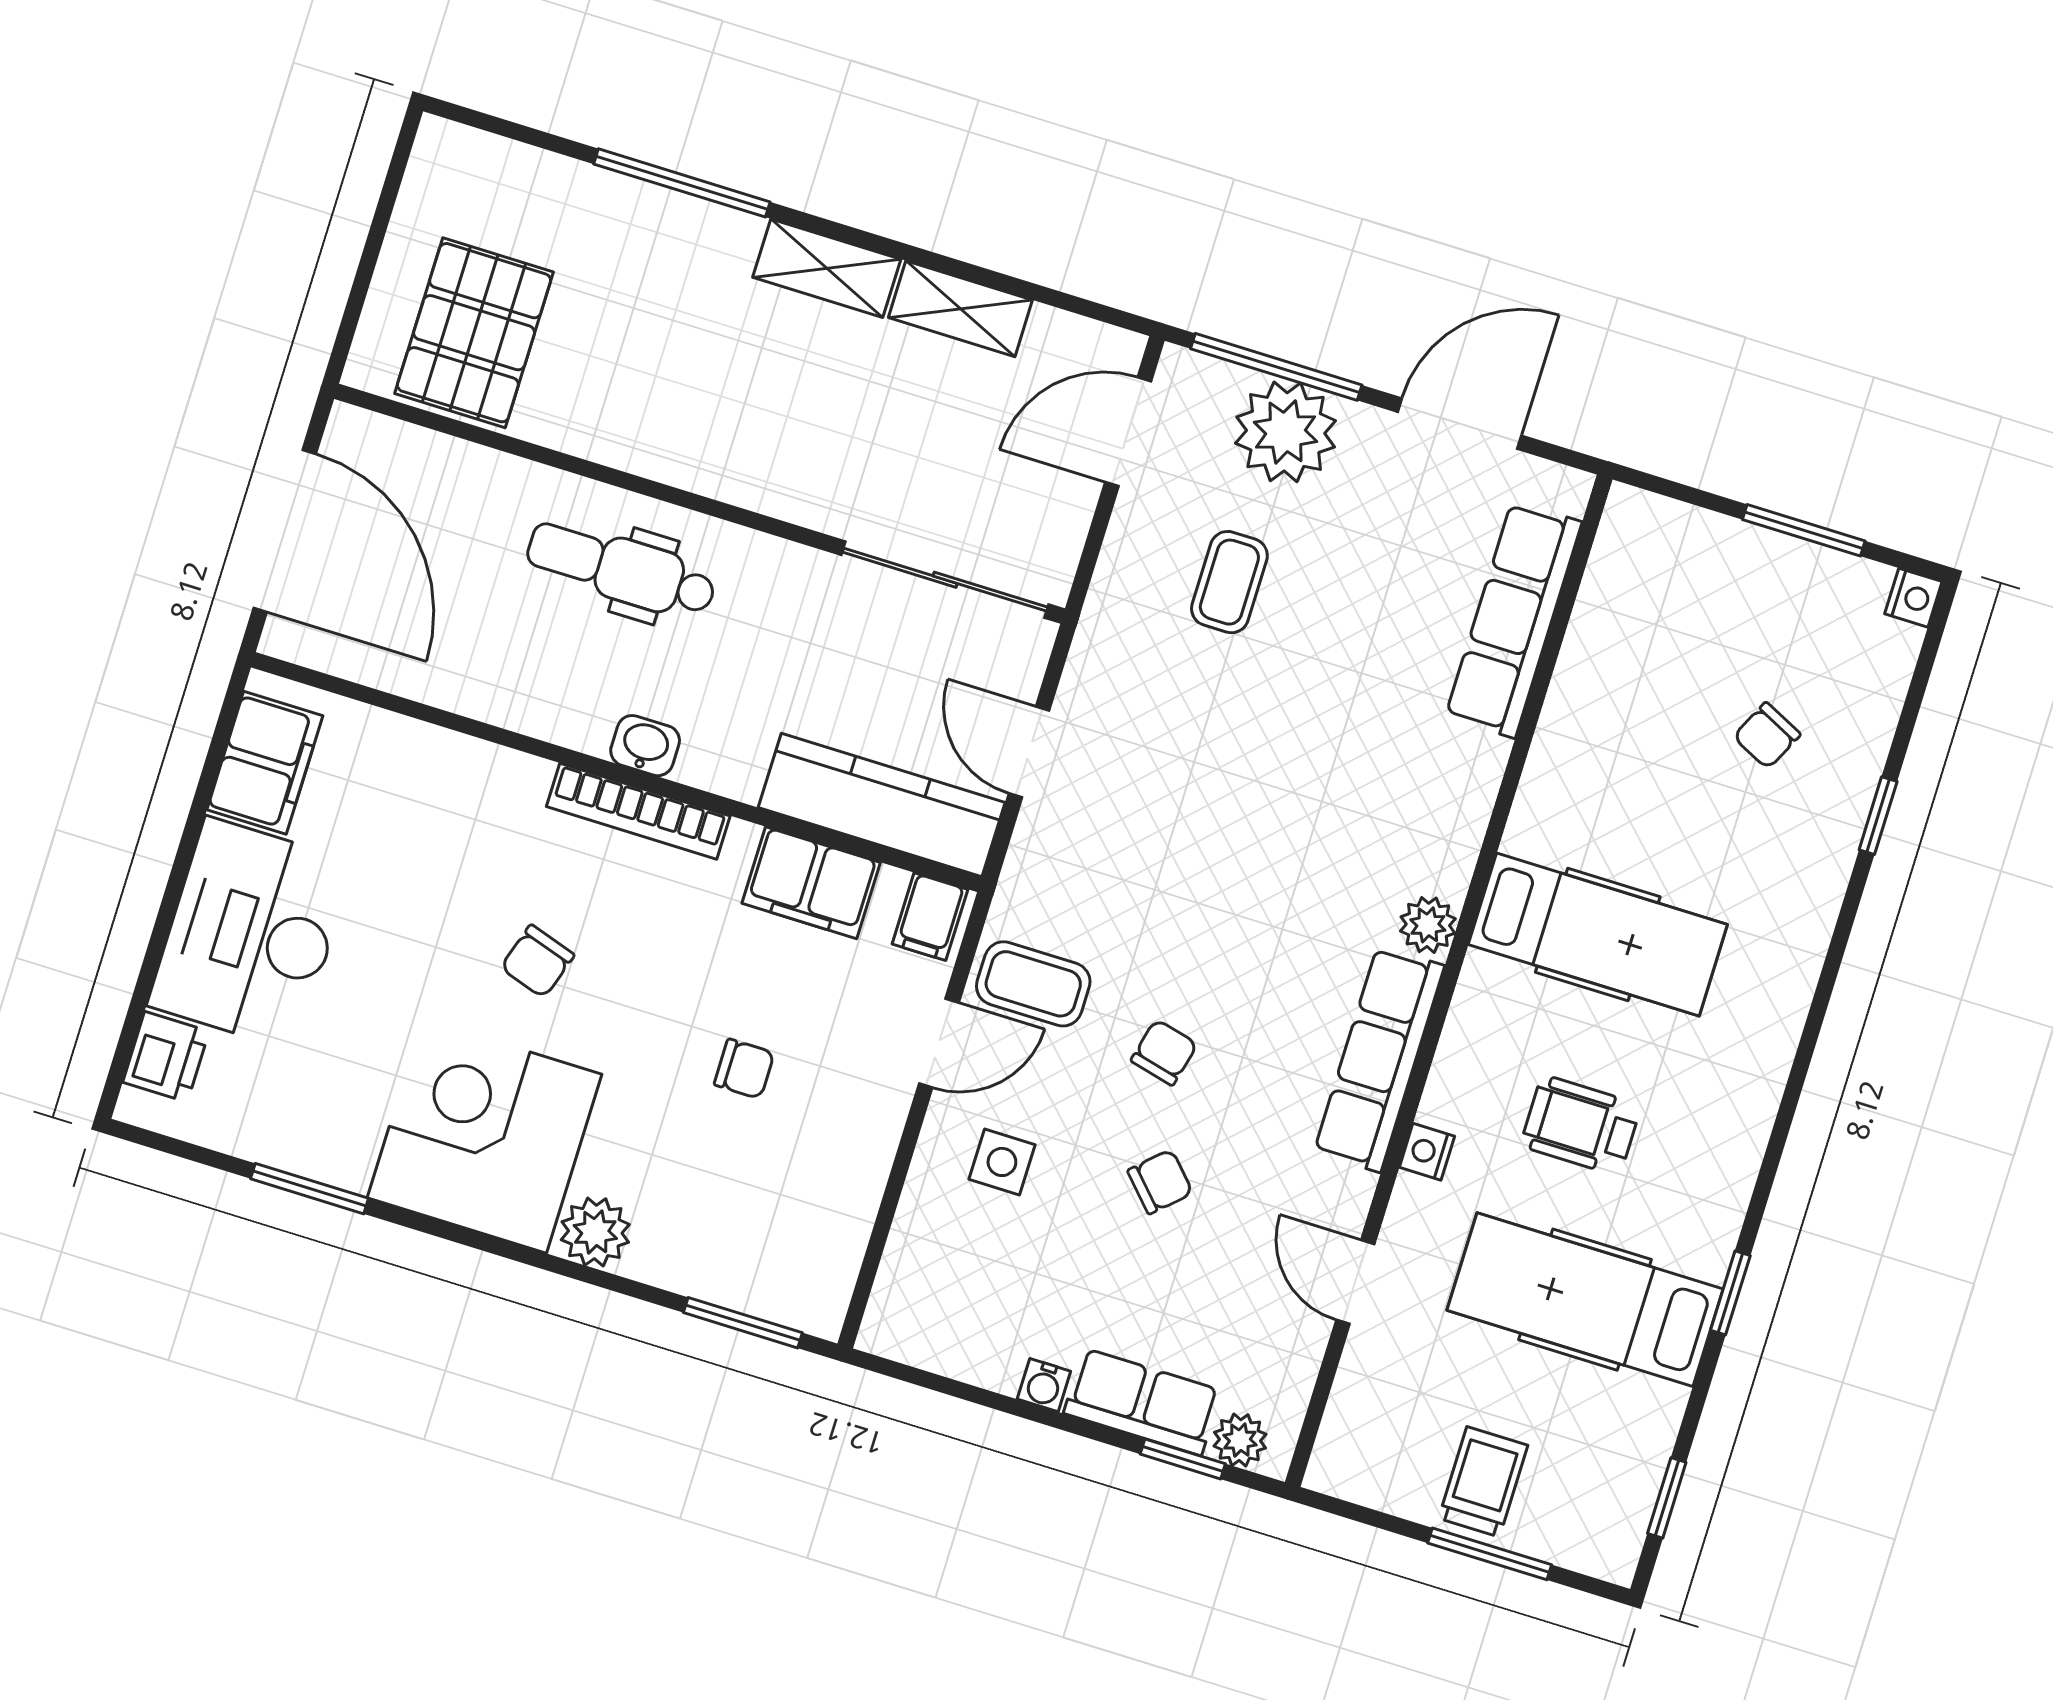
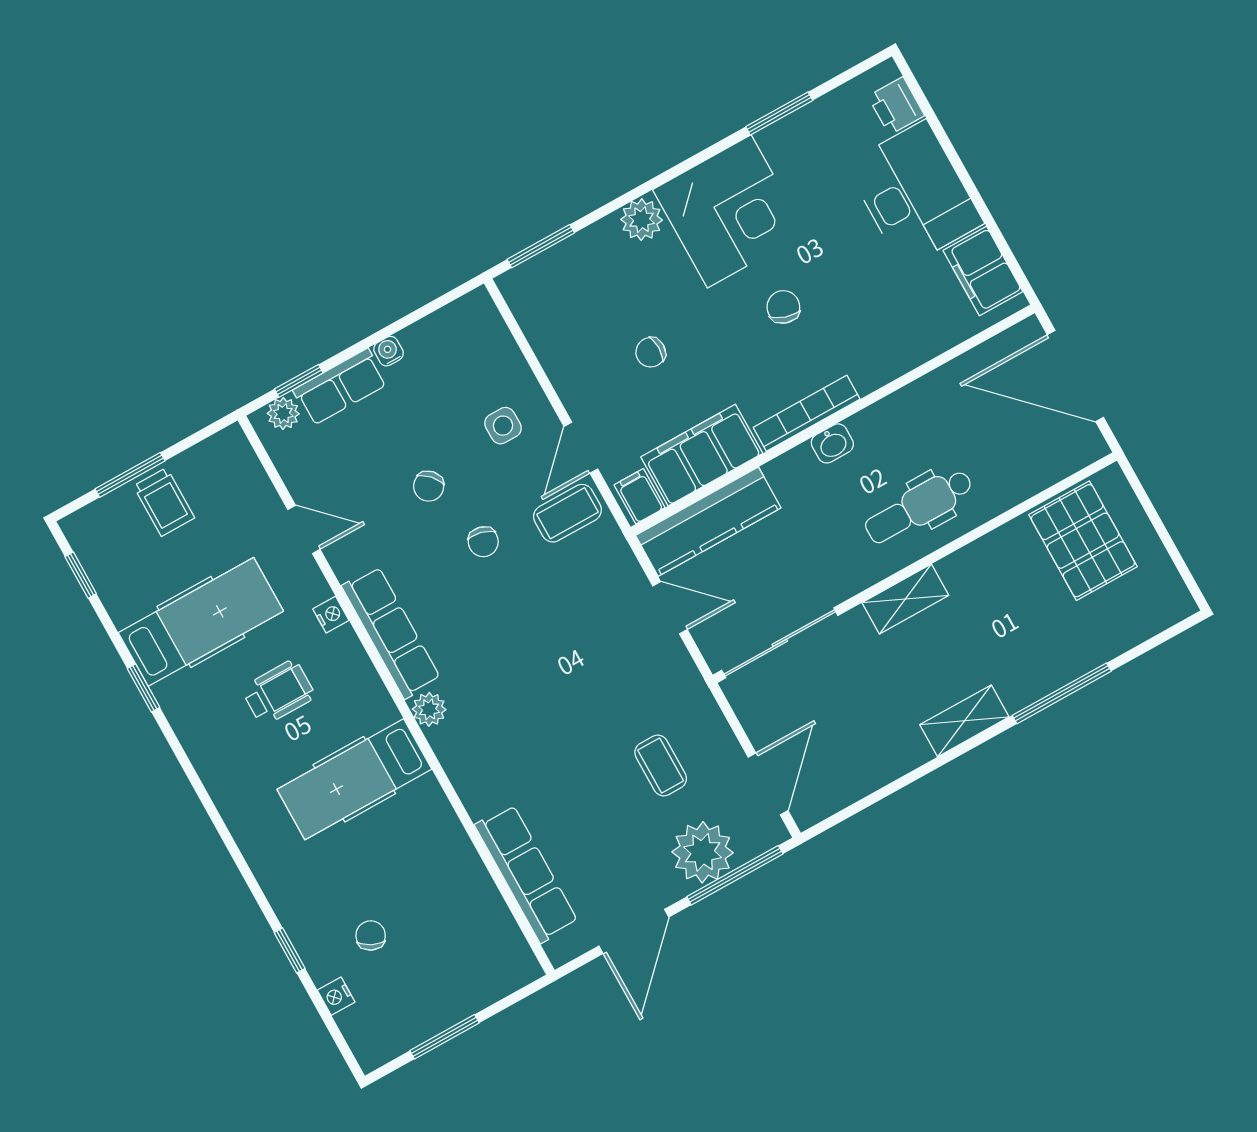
shelving: (960, 309) -> (905, 599), moved
dental chair: (621, 569) -> (919, 506), turned 180
nightstand: (1913, 598) -> (336, 996), moved
filing cabinet: (811, 883) -> (702, 455), width x1.50, depth x1.17

